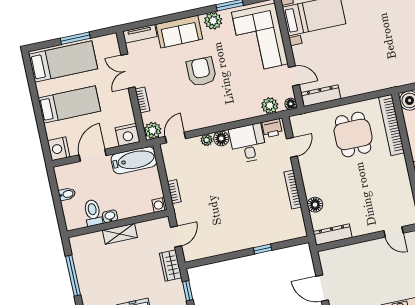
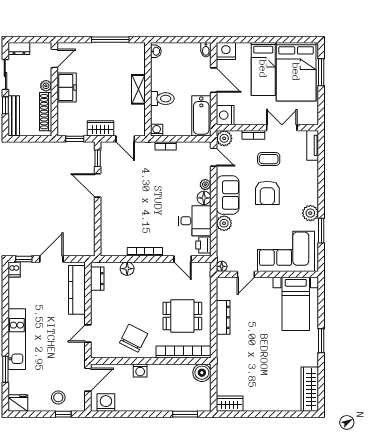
sofa: (179, 32) -> (228, 195), moved, turned 180
window: (75, 38) -> (321, 72), moved
bed: (63, 62) -> (296, 72), width x1.50
armchair: (201, 72) -> (267, 193), turned 90
coffee table: (165, 78) -> (269, 159), added
dresser: (321, 96) -> (223, 317), moved
plant: (270, 106) -> (224, 223), moved
chair: (388, 182) -> (134, 338), added
bidet: (67, 194) -> (206, 50), moved
toilet: (93, 213) -> (162, 99), moved
washbasin: (110, 216) -> (156, 51), moved
dresser: (333, 235) -> (97, 279), width x0.70
window: (263, 249) -> (98, 158), moved
kitchen counter: (349, 254) -> (77, 290), added
door: (232, 256) -> (98, 185), added

